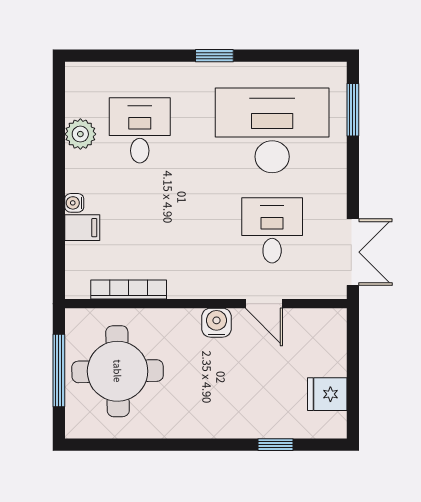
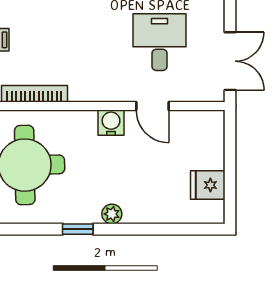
plant: (217, 427) -> (112, 214), added
window: (275, 445) -> (78, 229), moved

